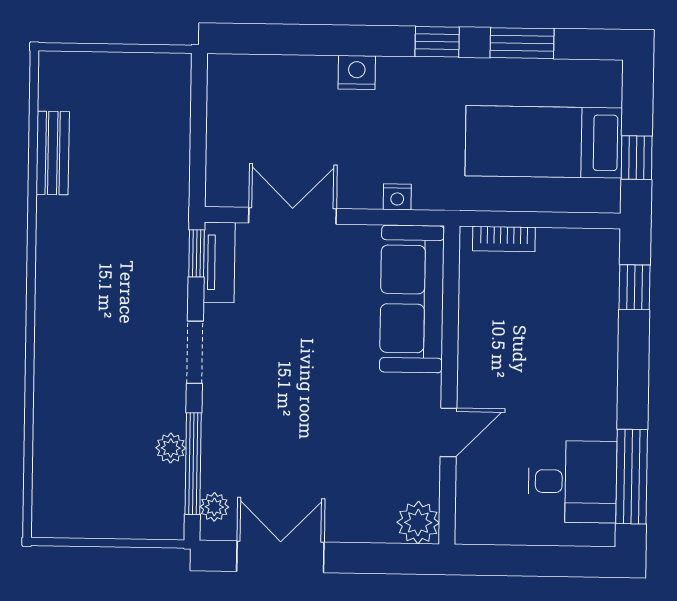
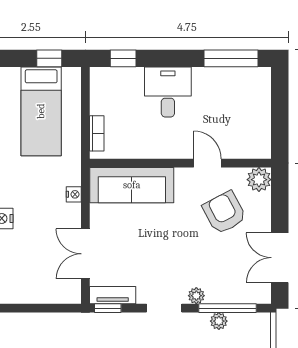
armchair: (361, 461) -> (224, 213), added
desk: (573, 482) -> (168, 92), moved
plant: (214, 507) -> (196, 296), moved

